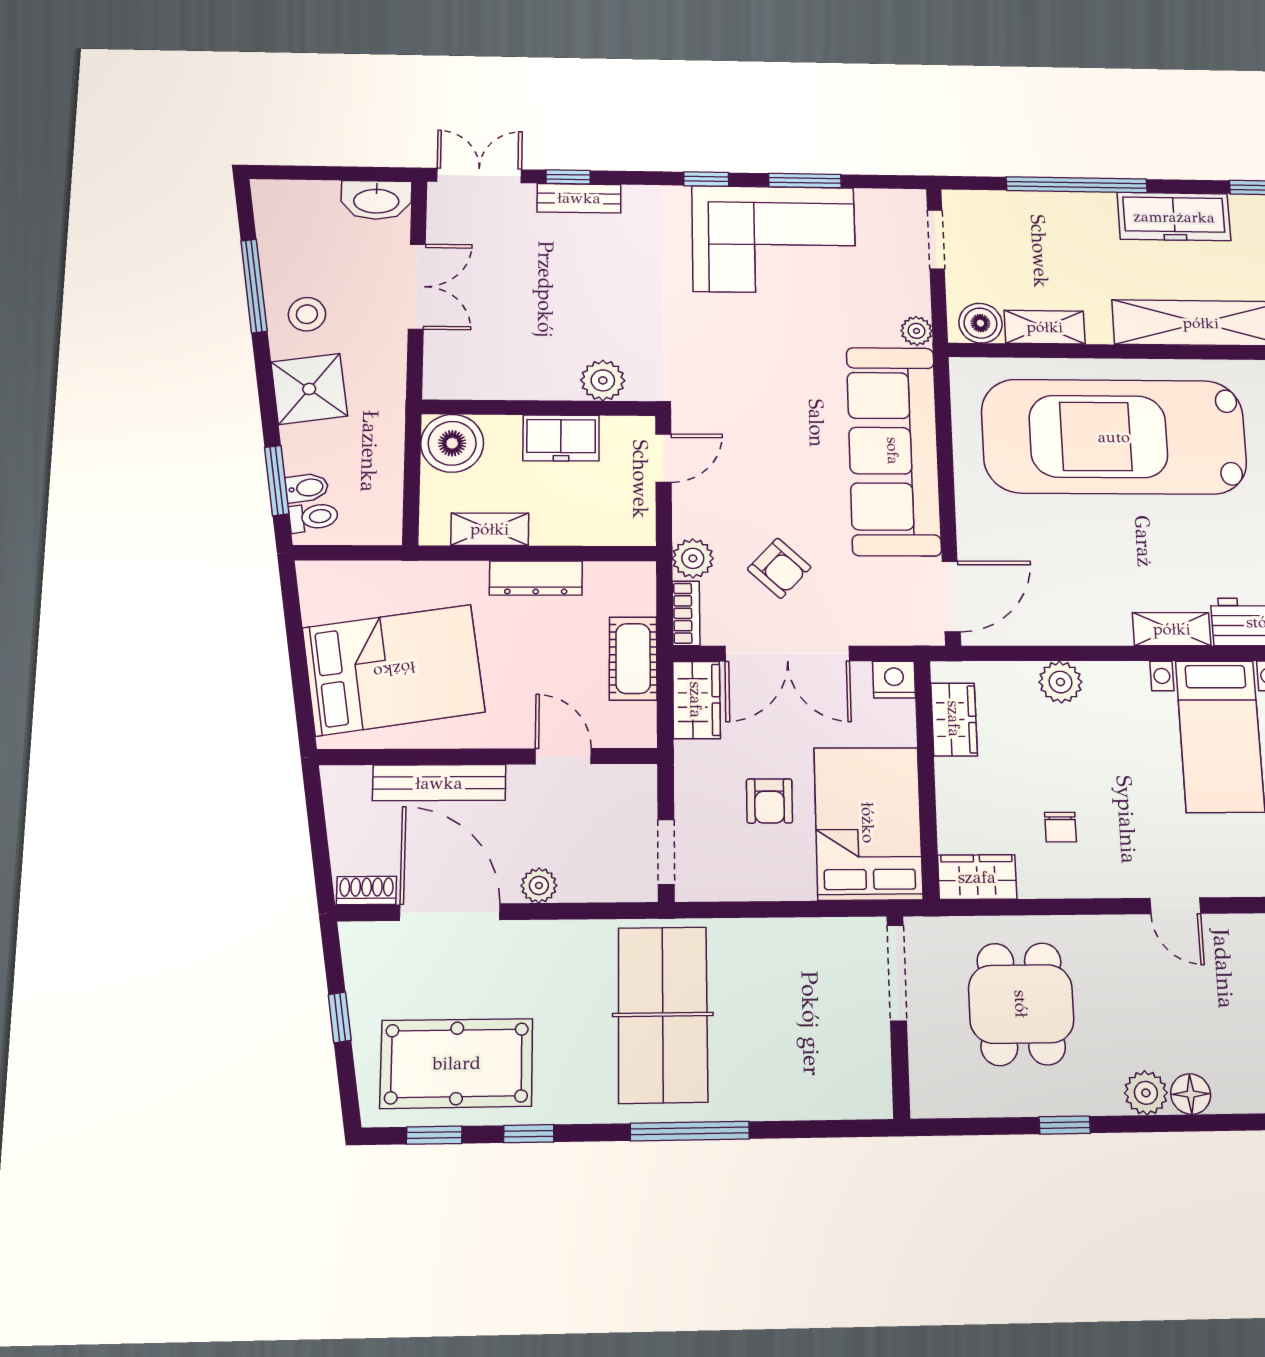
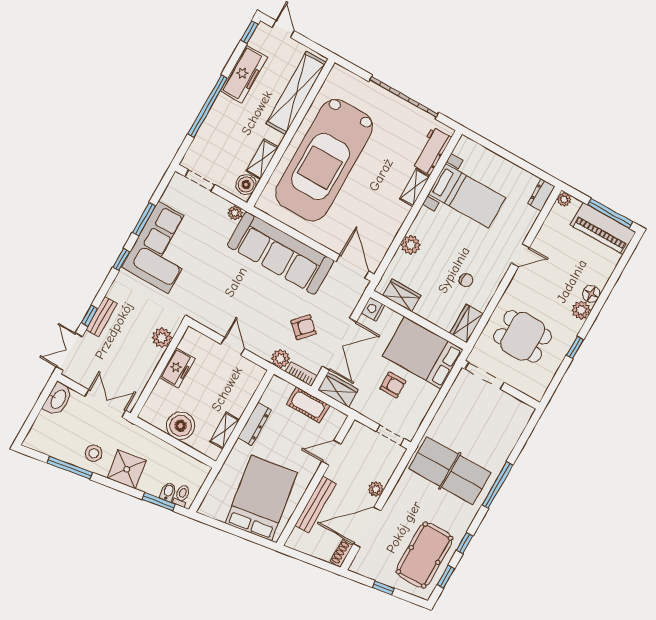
plant: (603, 380) -> (162, 338), moved
wall: (539, 408) -> (159, 370), moved
freezer: (561, 438) -> (177, 368), moved

